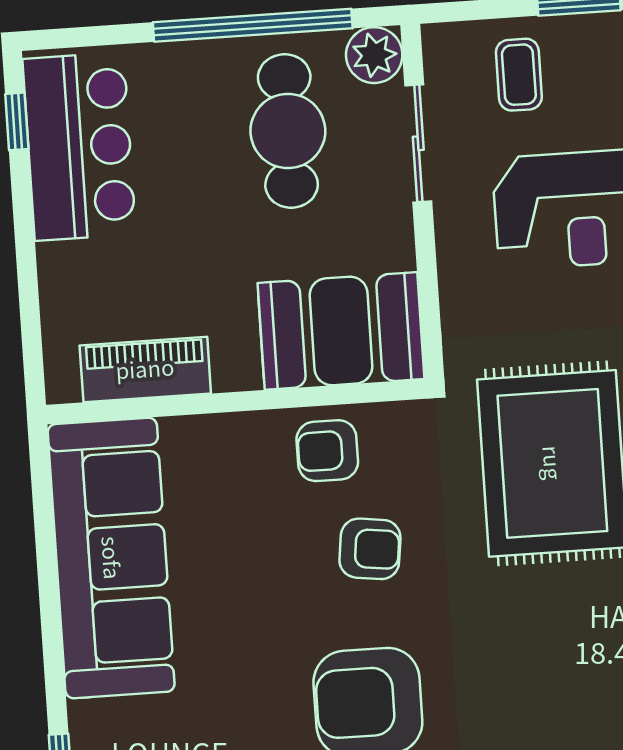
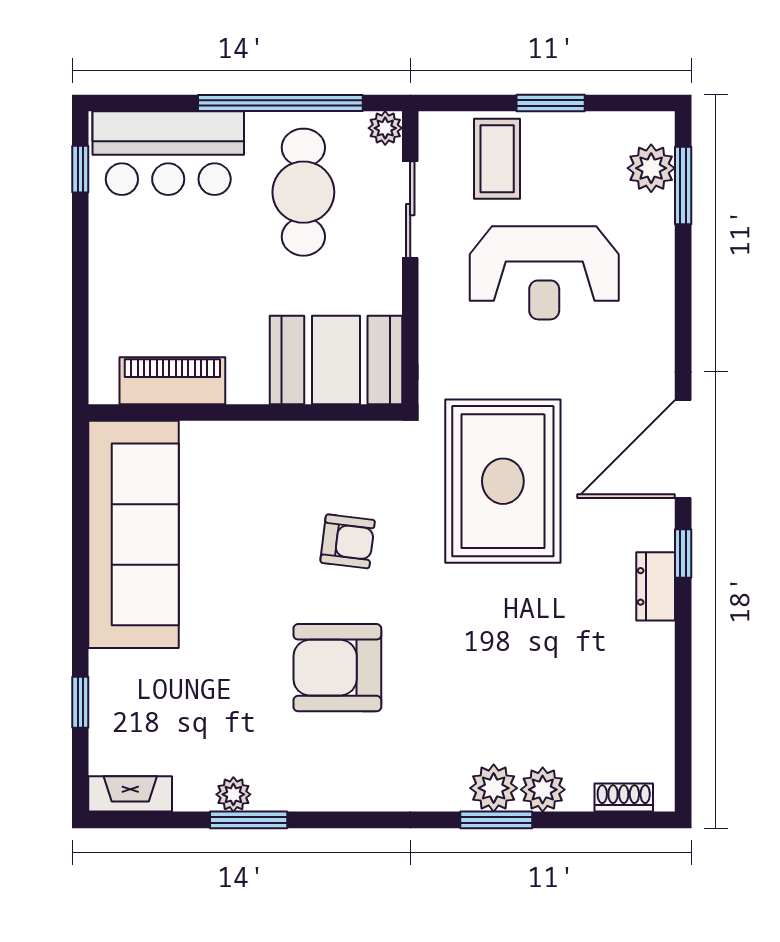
plant: (374, 55) -> (385, 128), width x0.73, depth x0.73
coffee table: (519, 75) -> (497, 159), width x1.36, depth x1.30
bar counter: (79, 147) -> (168, 153), moved, turned 90
armchair: (327, 451) -> (318, 458), removed

